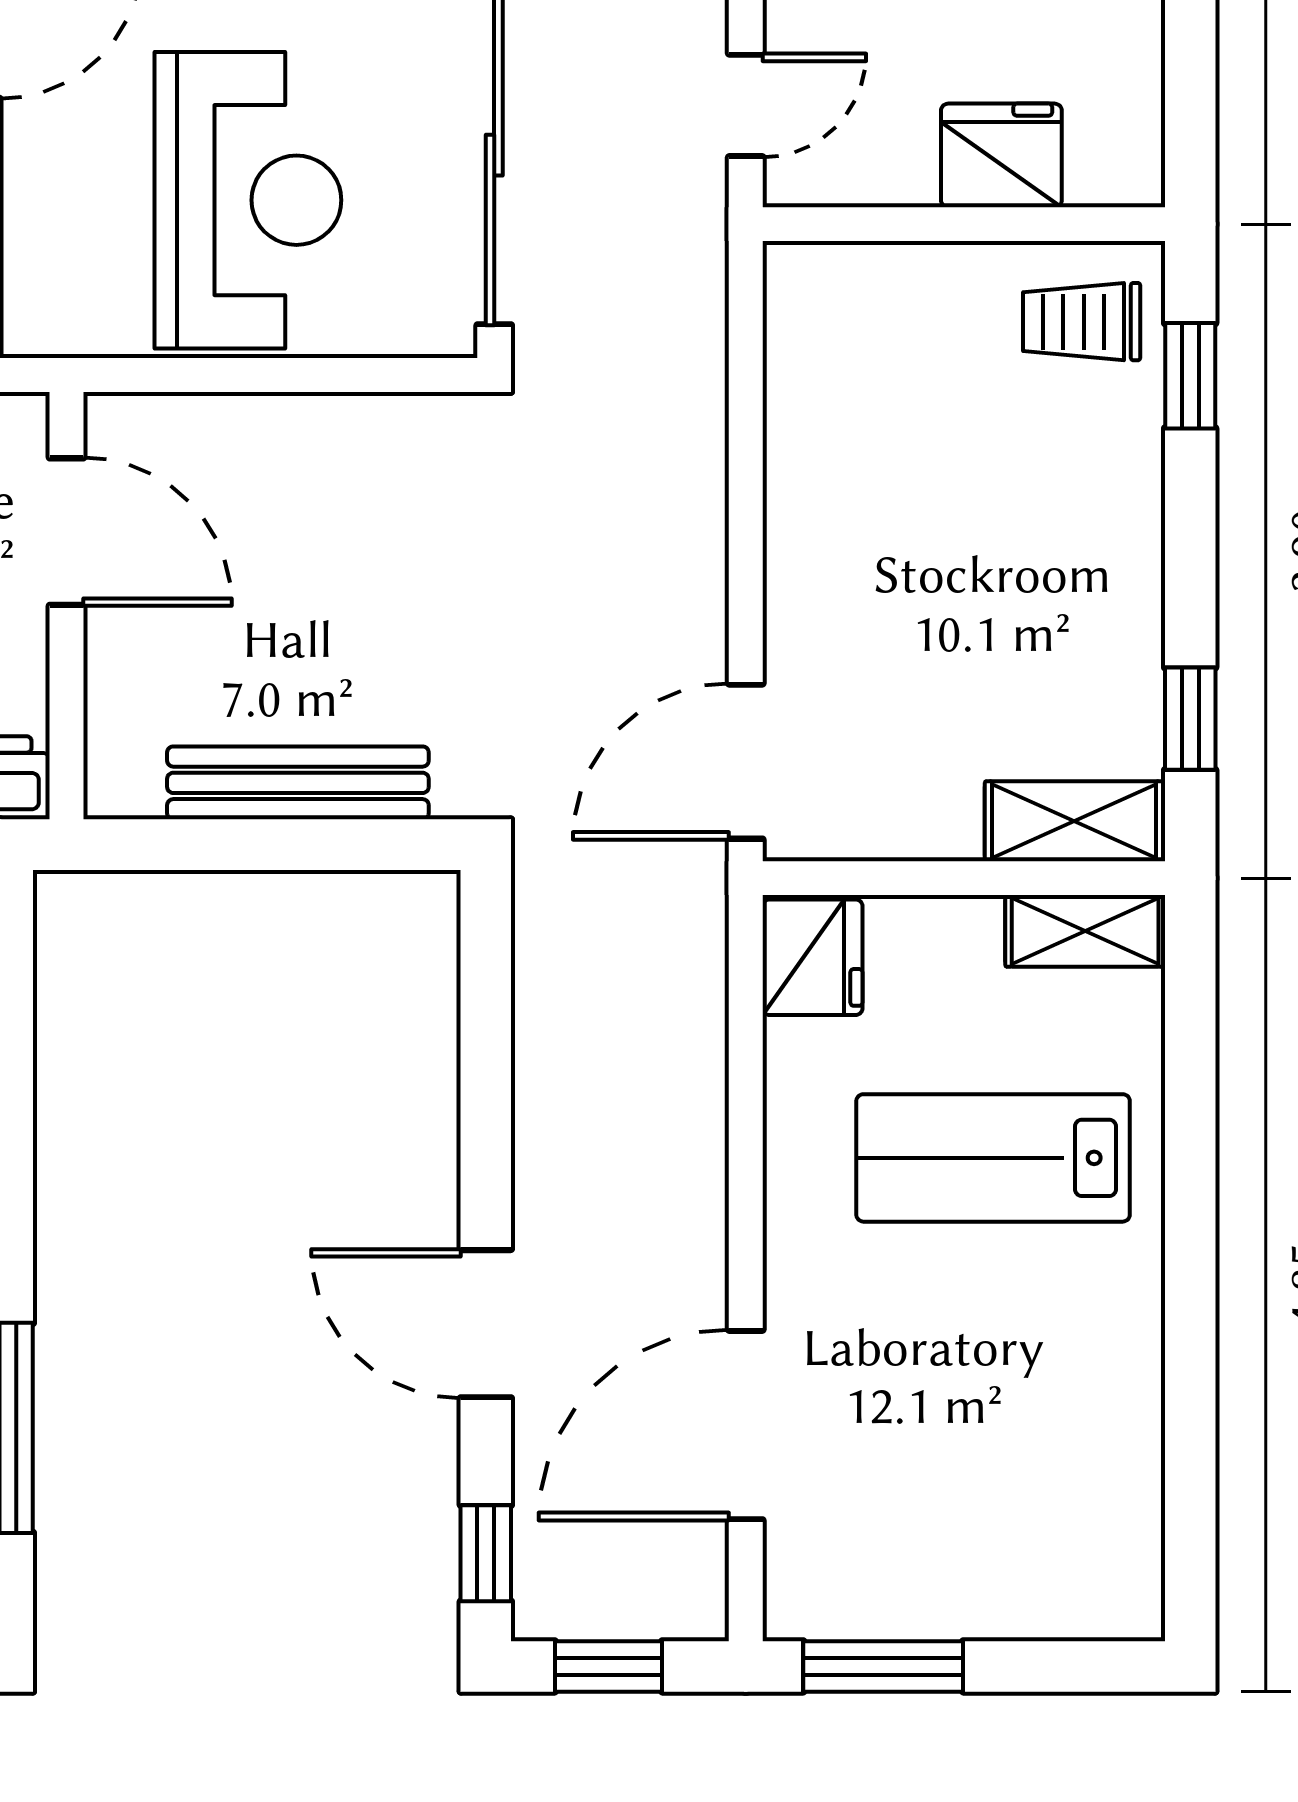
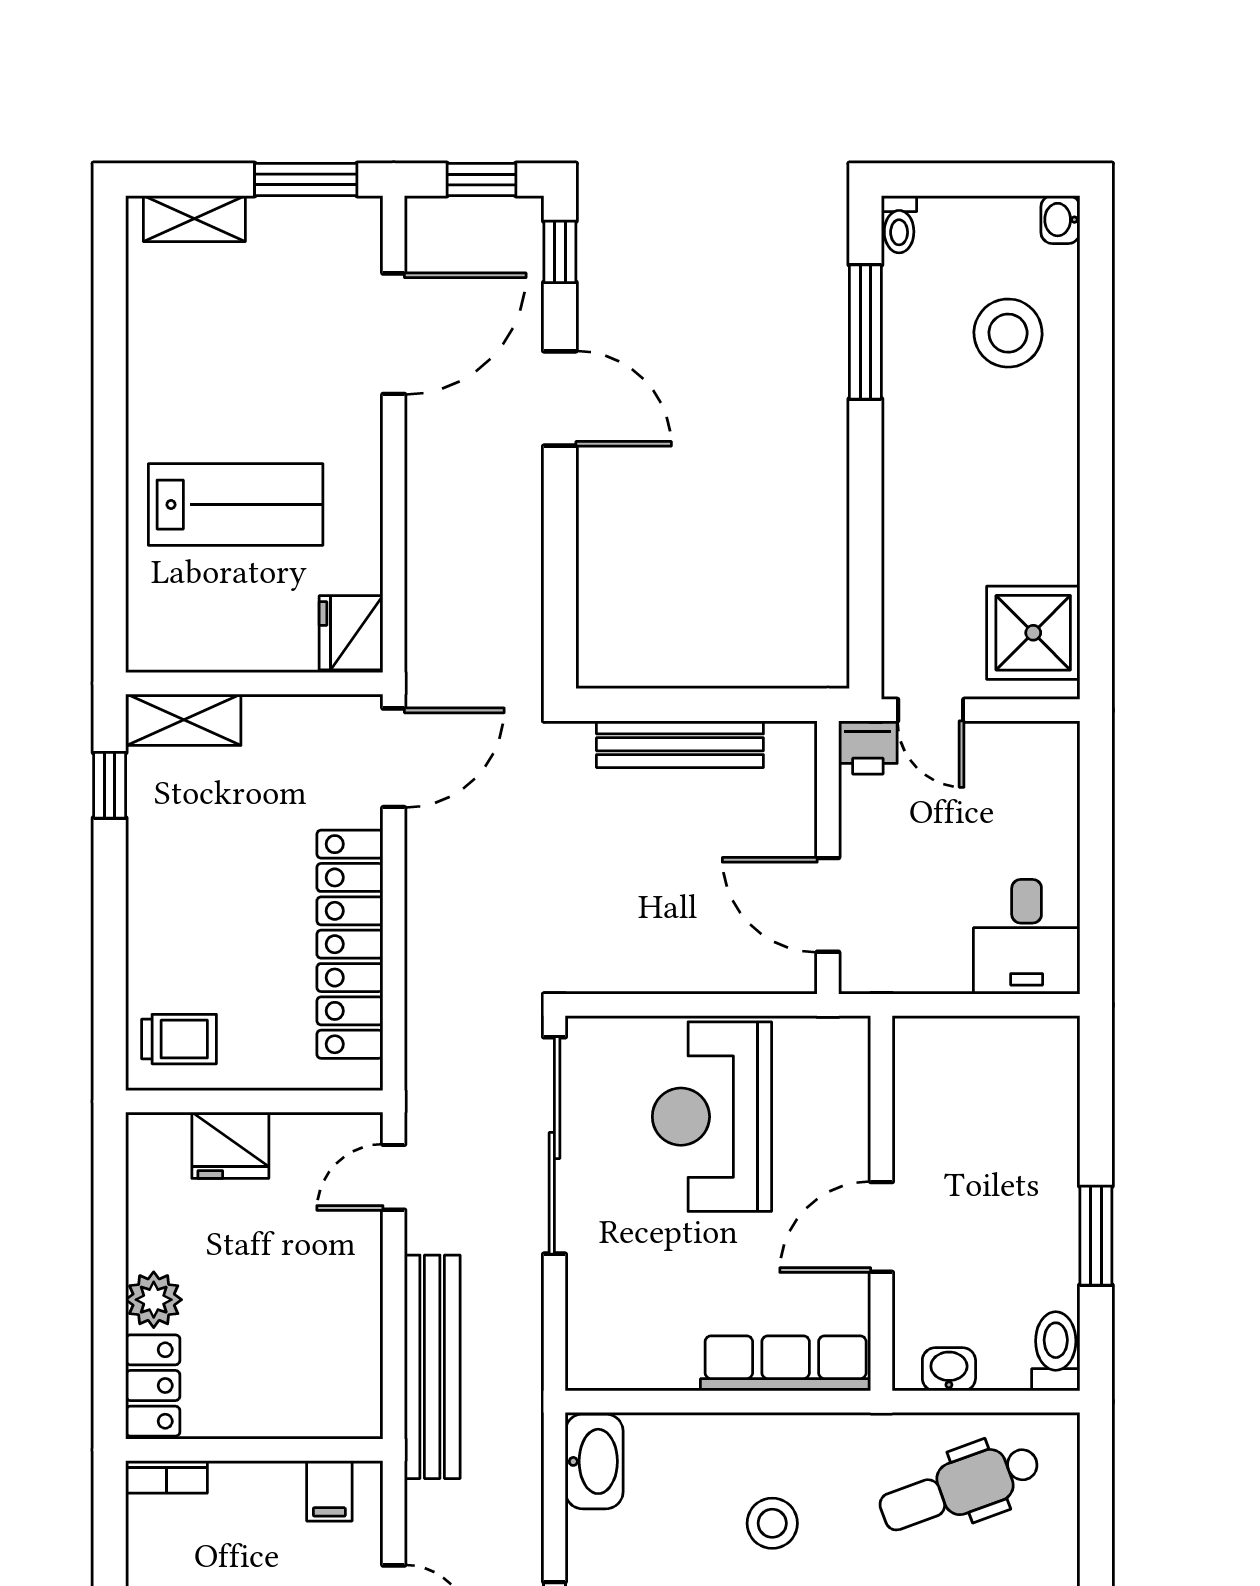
window: (1190, 376) -> (110, 1004), removed
locker: (814, 470) -> (350, 944), added
shelving: (1085, 931) -> (194, 219), moved

